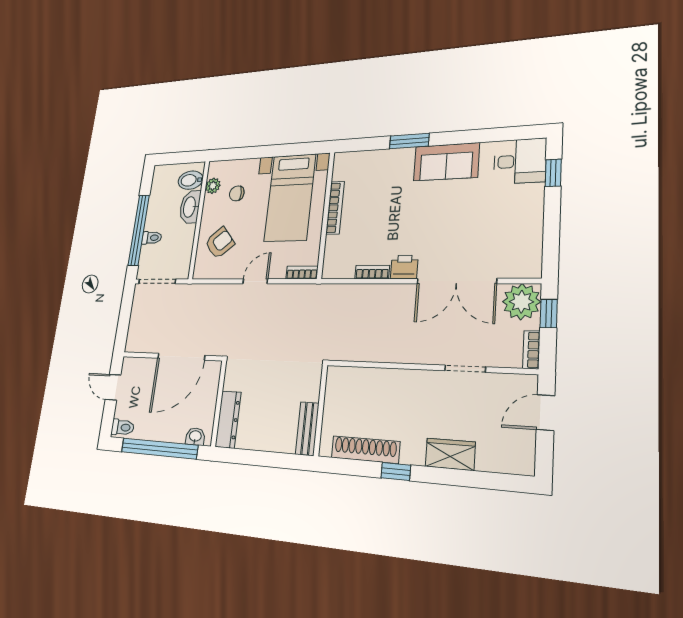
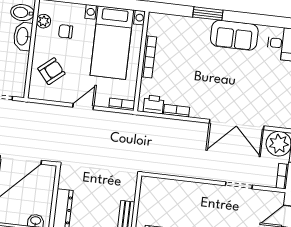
printer: (404, 267) -> (154, 104), moved

